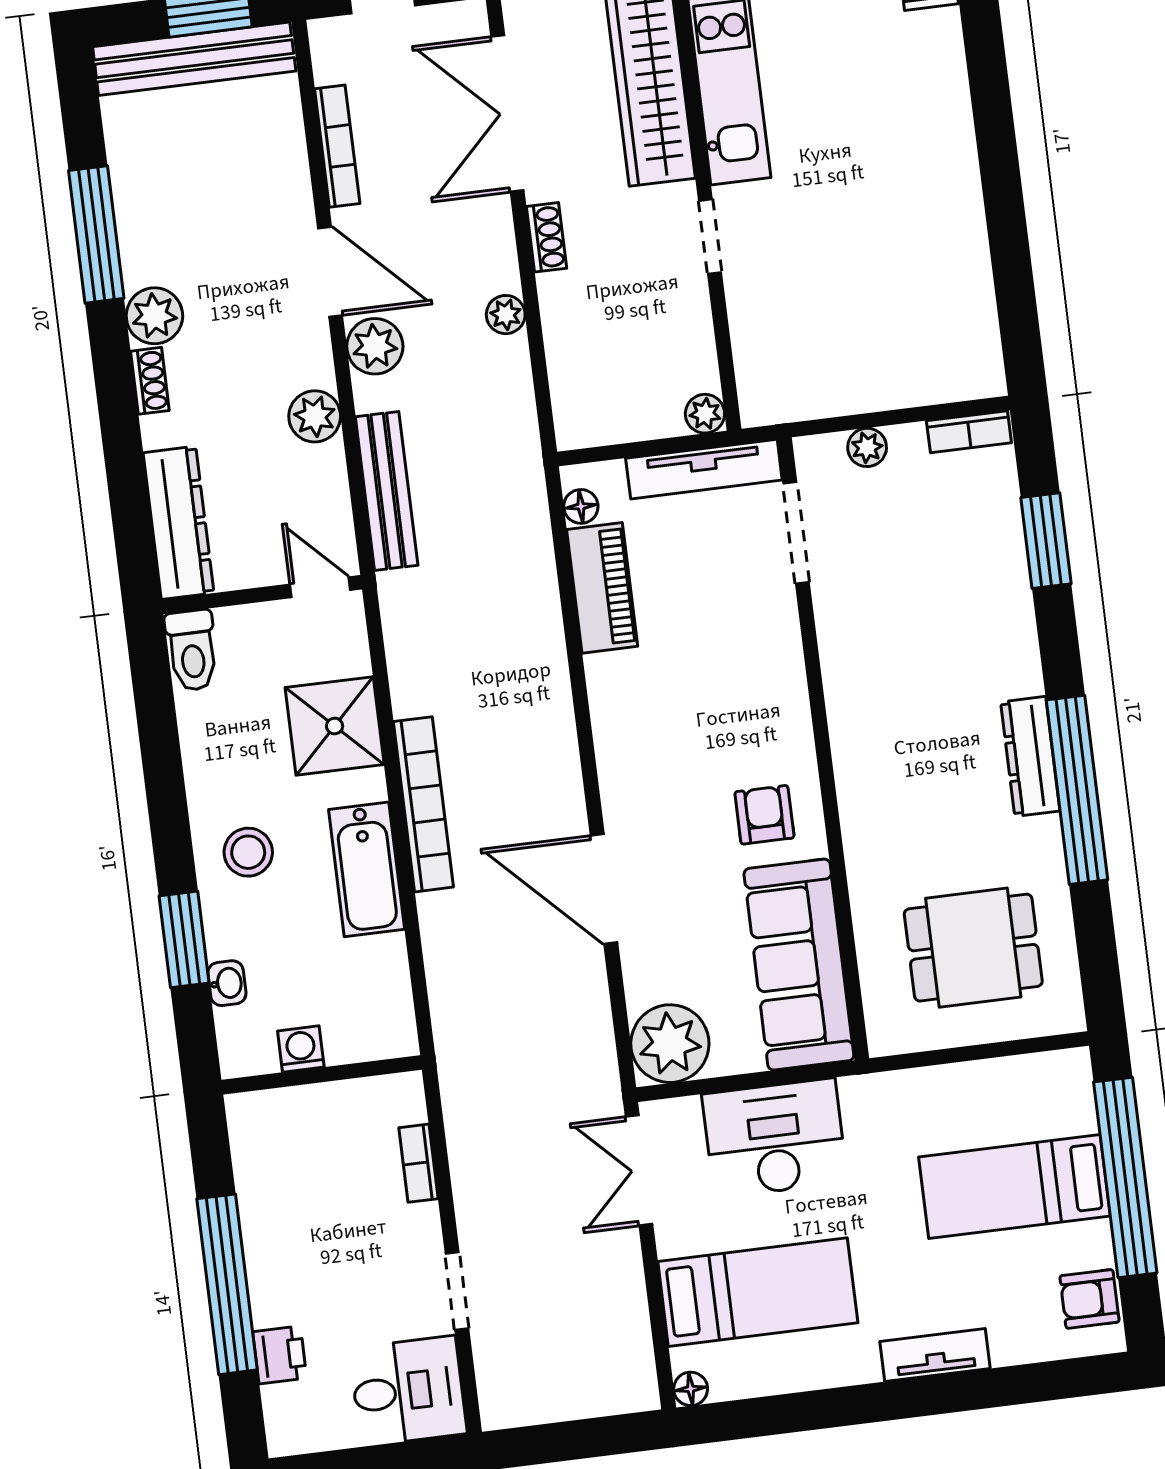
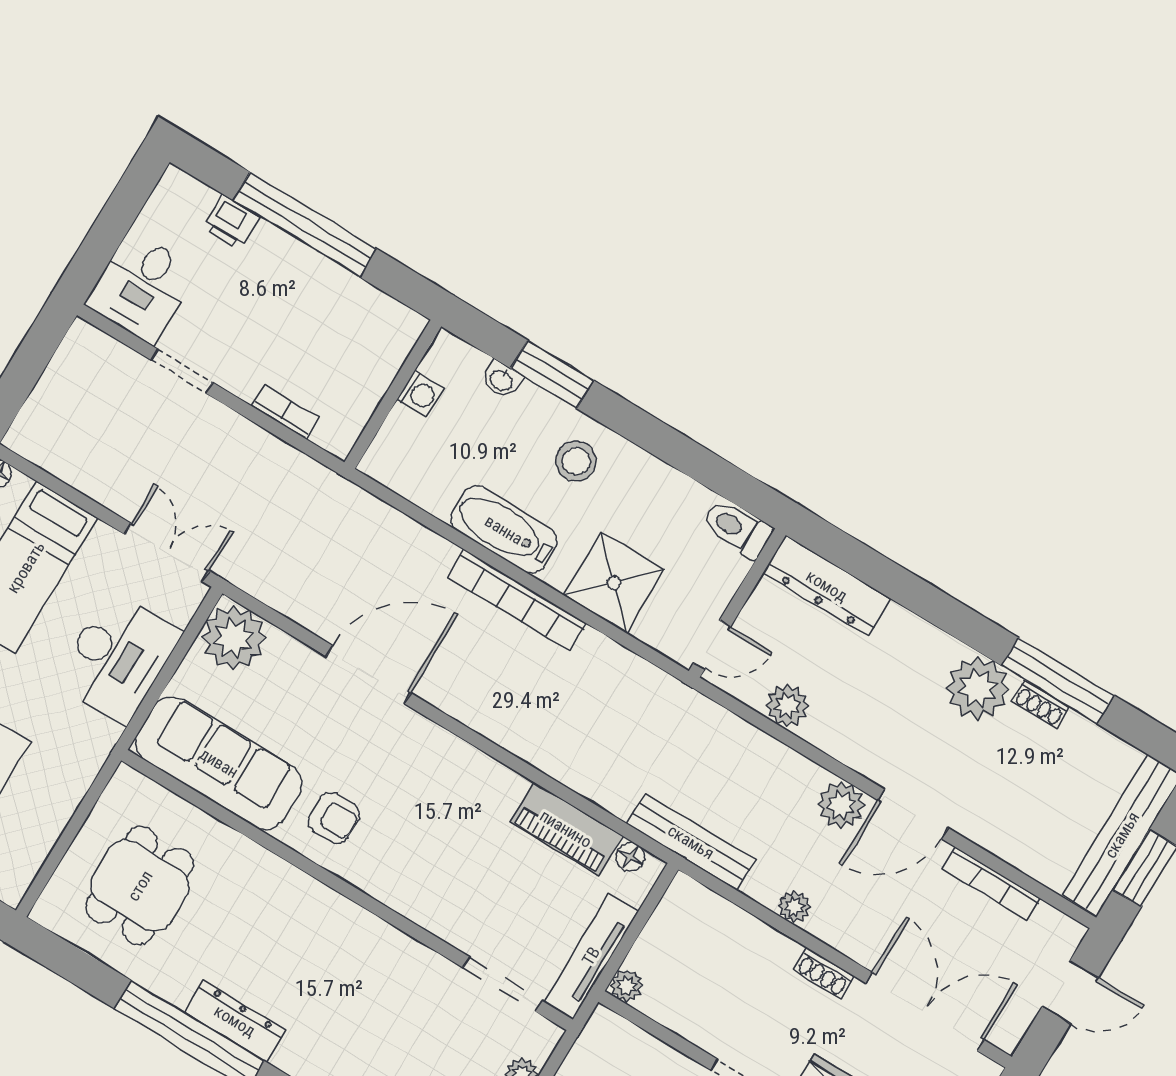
plant: (154, 316) -> (978, 688), width x1.36, depth x1.36
shoe rack: (150, 381) -> (1040, 704), moved
plant: (315, 416) -> (787, 706), moved
bench: (387, 491) -> (691, 842), moved

